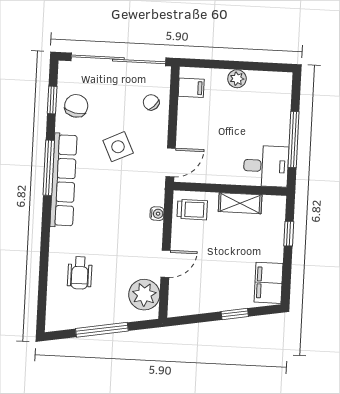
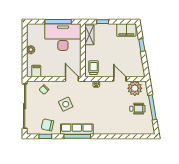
desk: (266, 166) -> (63, 37), width x1.87, depth x1.30
row of seats: (64, 180) -> (77, 129), width x0.73
shelving: (240, 203) -> (89, 35), moved
wheelchair: (80, 273) -> (137, 109), moved

